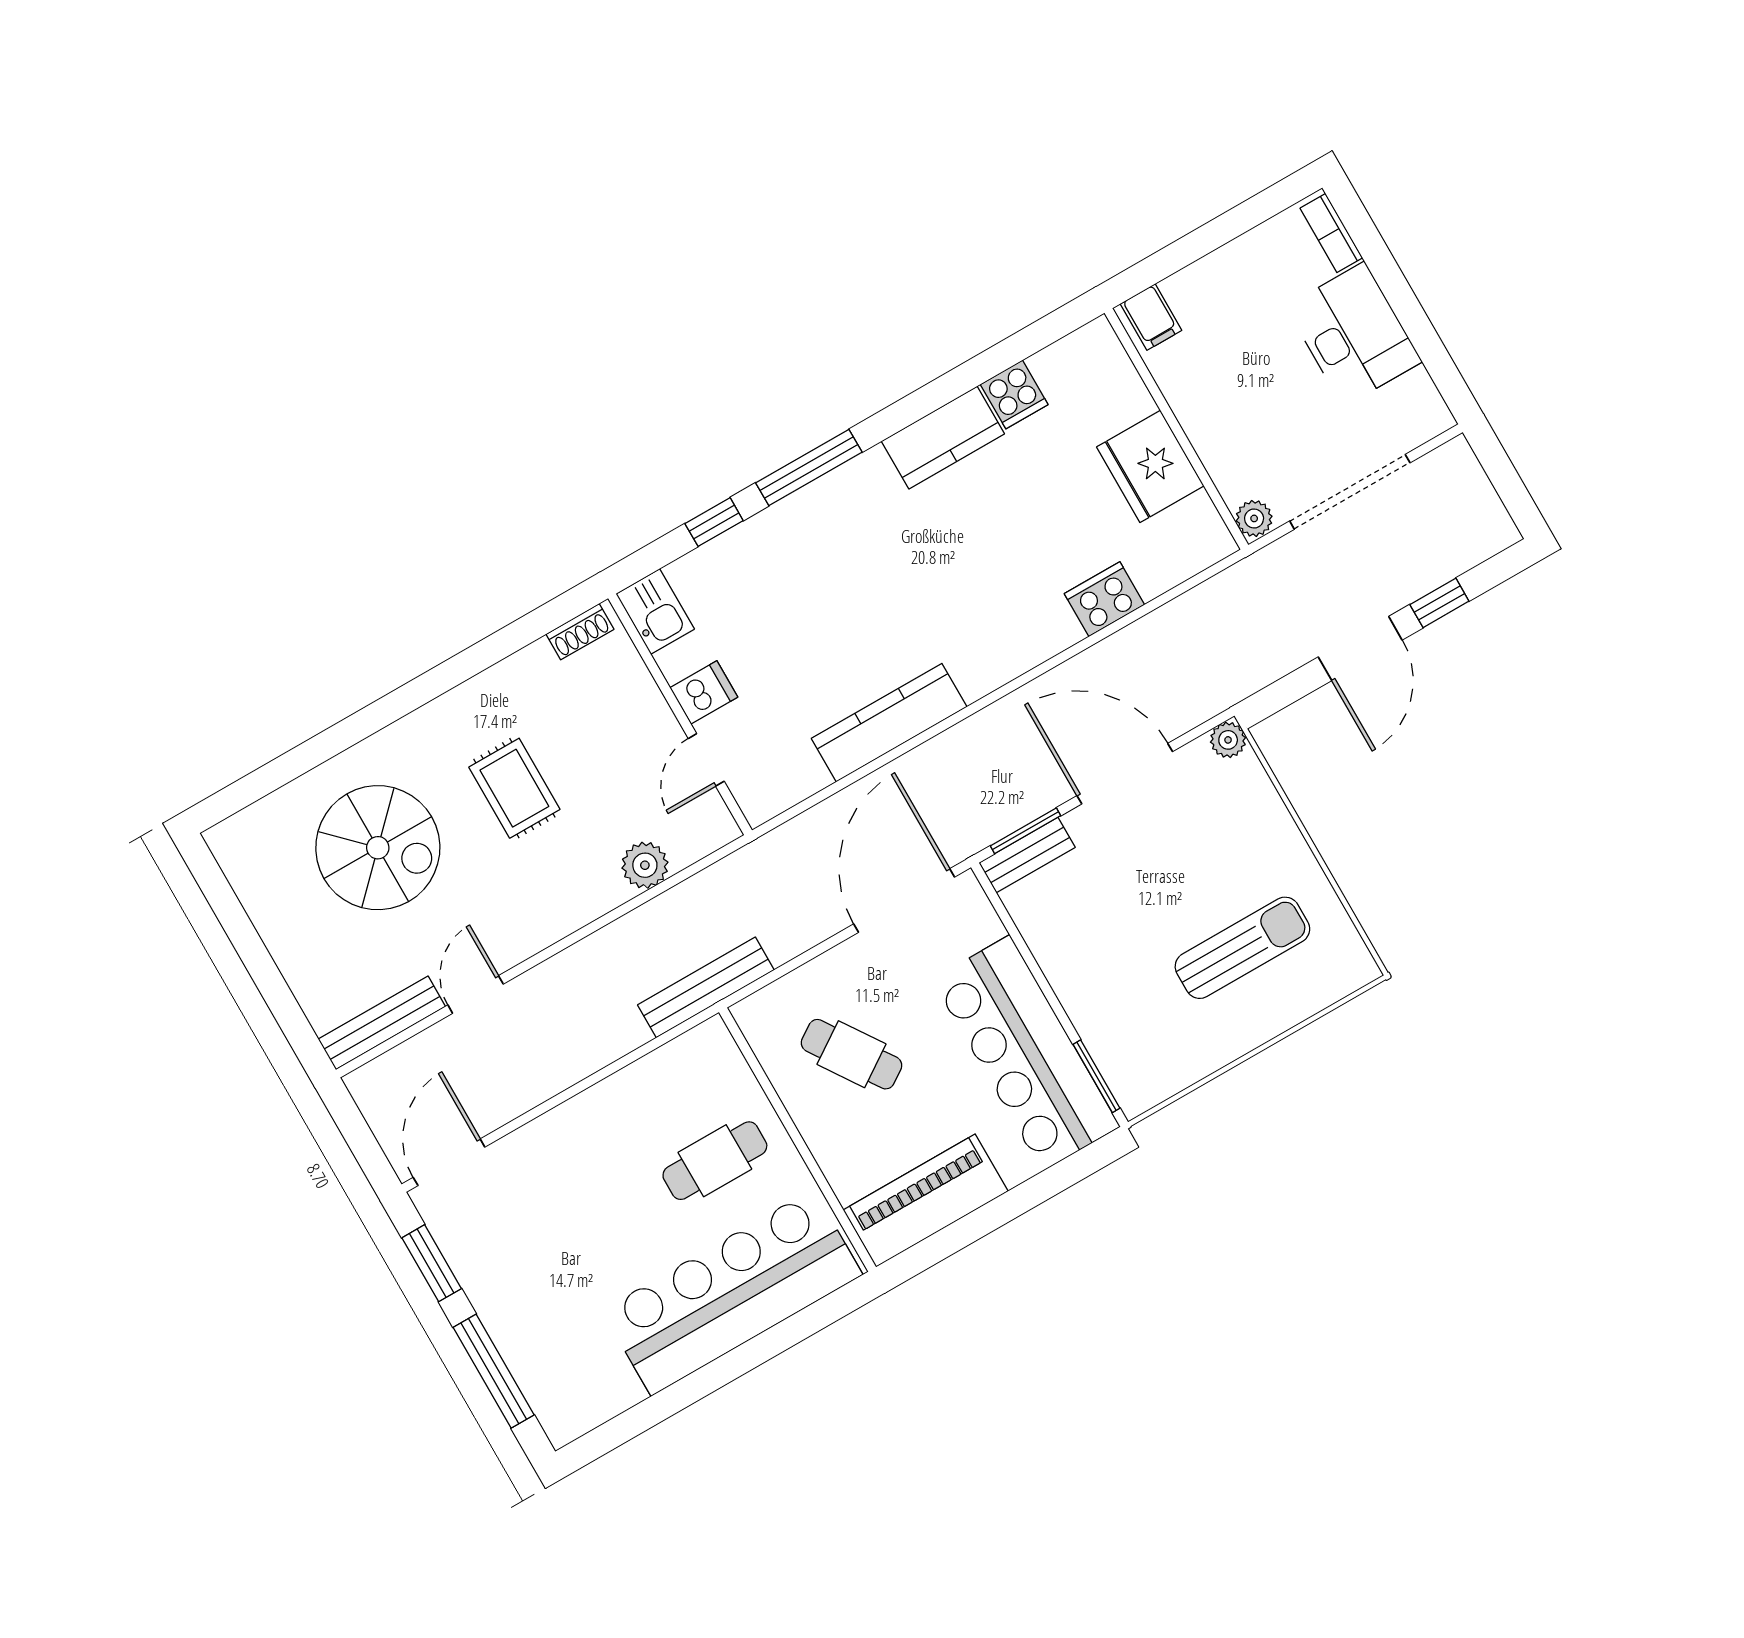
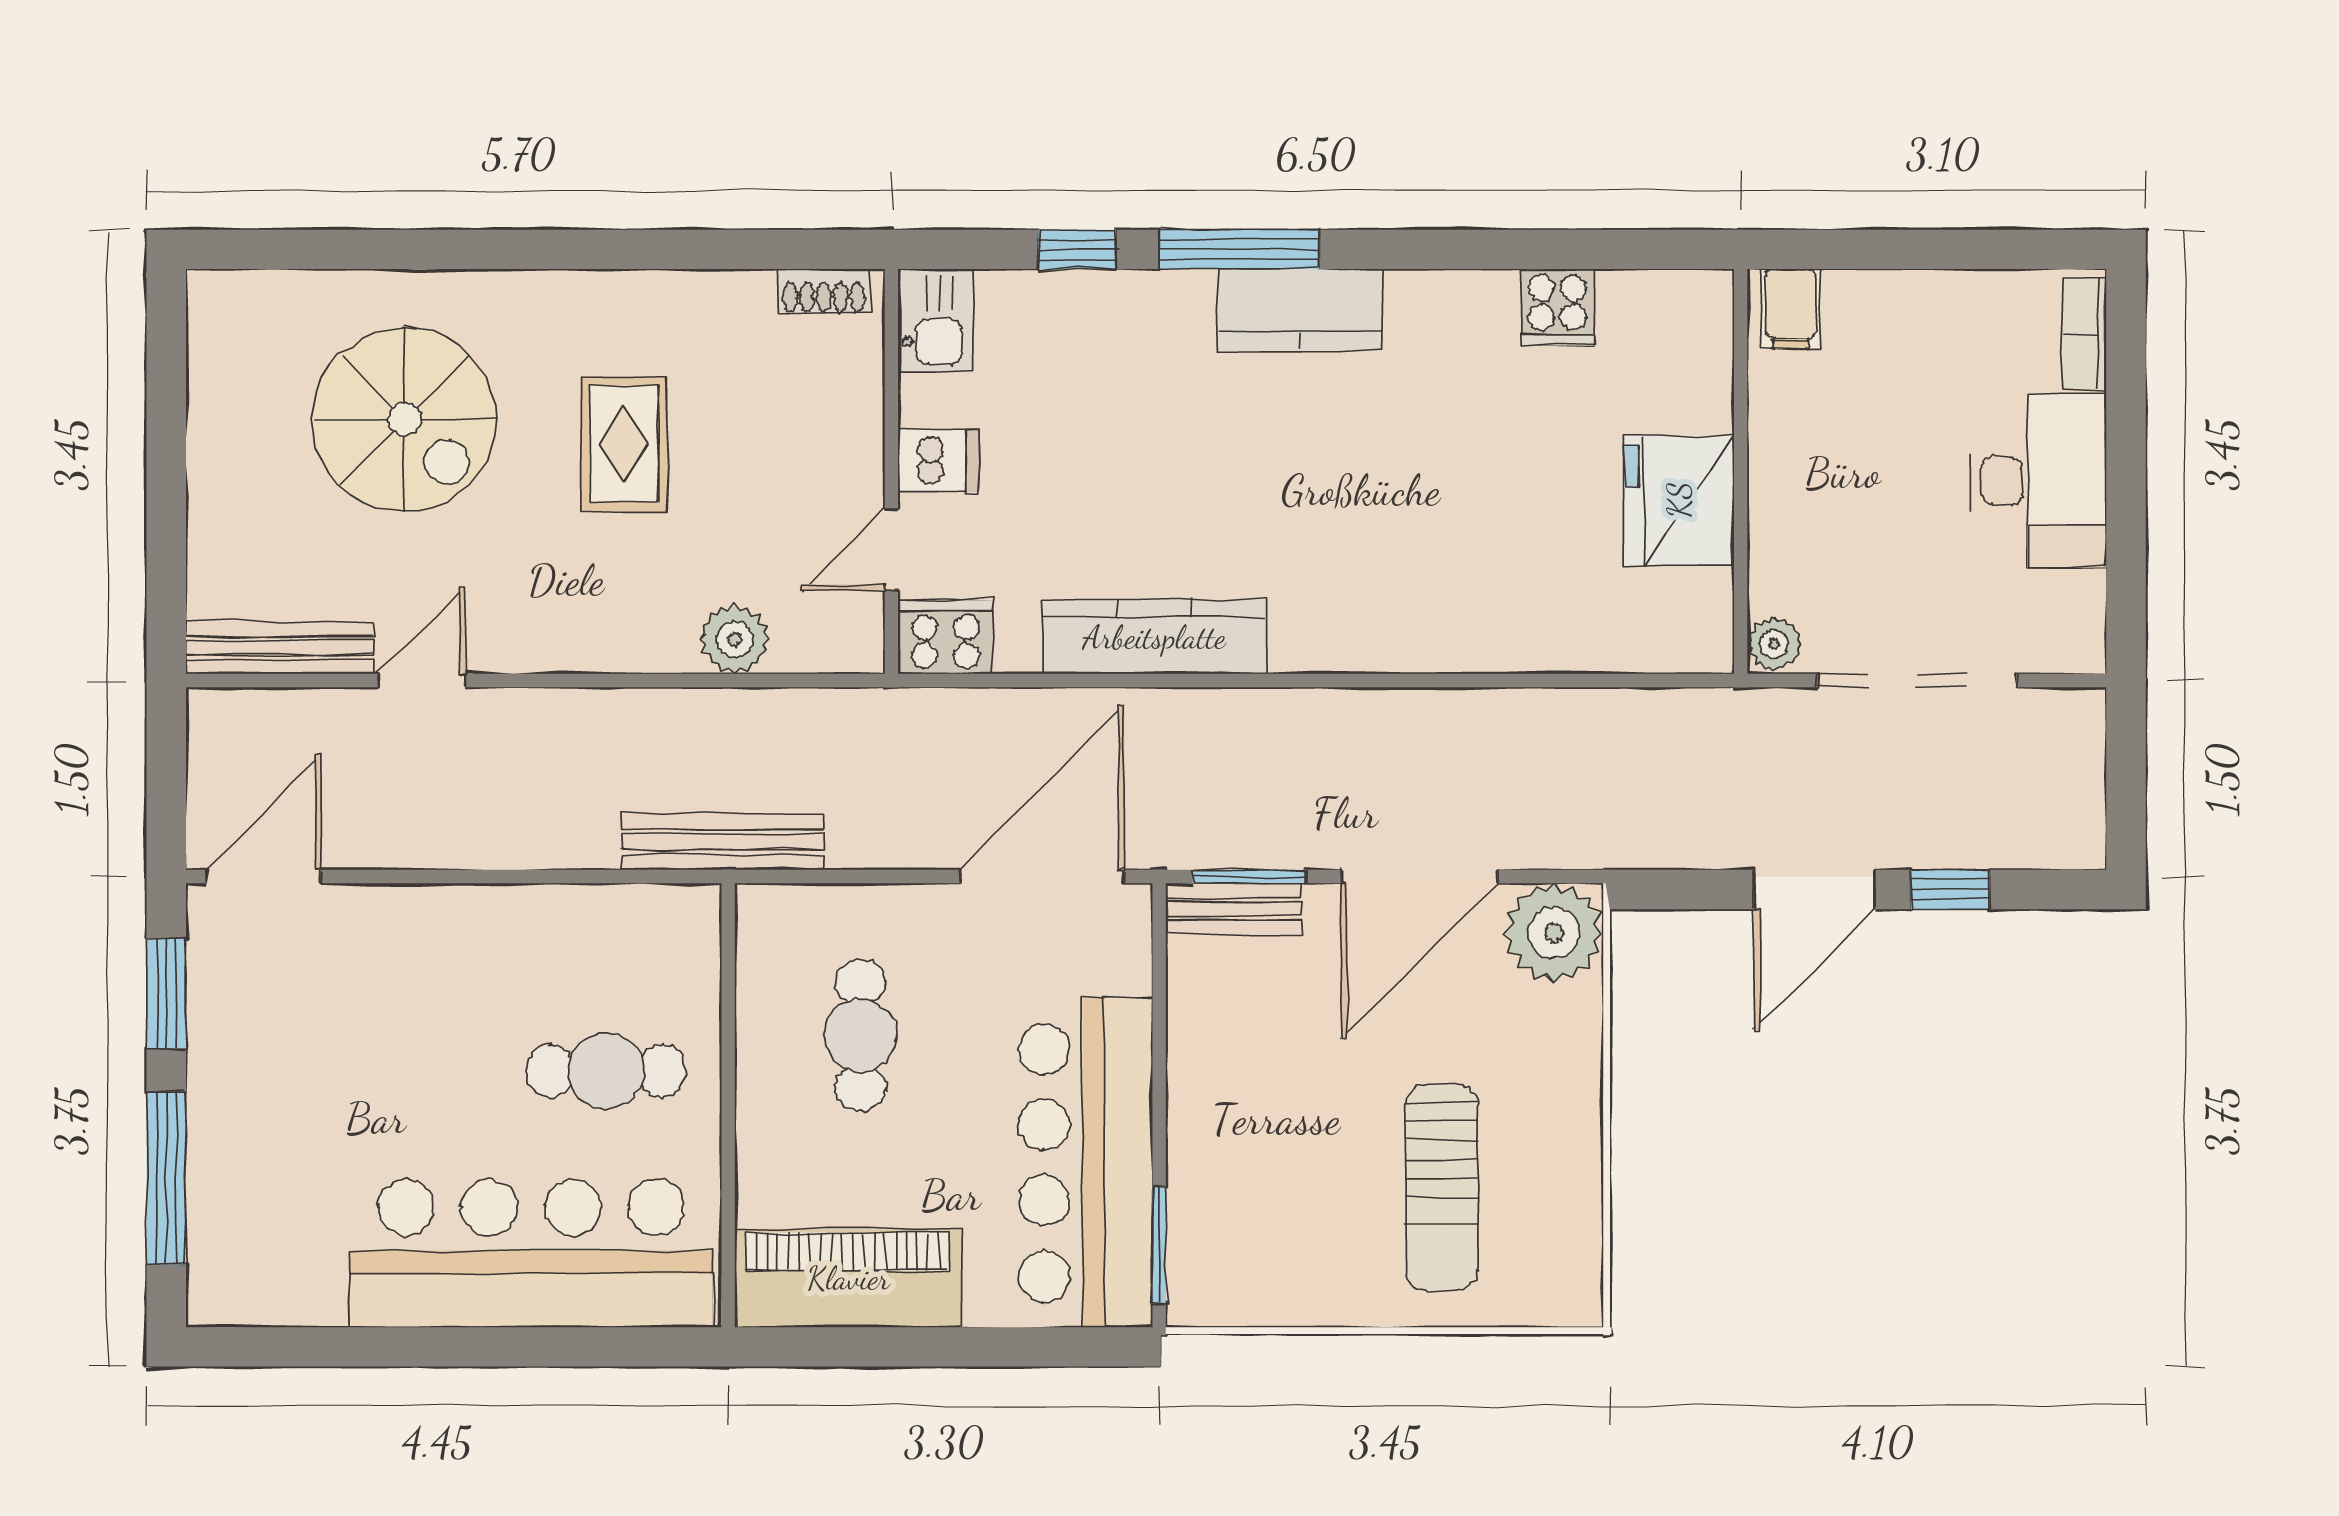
kitchen counter: (943, 438) -> (1301, 310), moved
cooker: (1104, 599) -> (946, 637), moved
plant: (1228, 740) -> (1554, 933), width x1.87, depth x1.87
door: (1125, 774) -> (1419, 877), swing flipped
sun lounger: (1242, 948) -> (1442, 1187), turned 90
cafe table: (851, 1054) -> (861, 1035), turned 34

